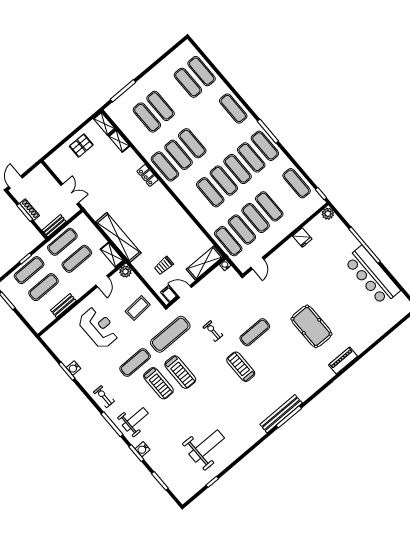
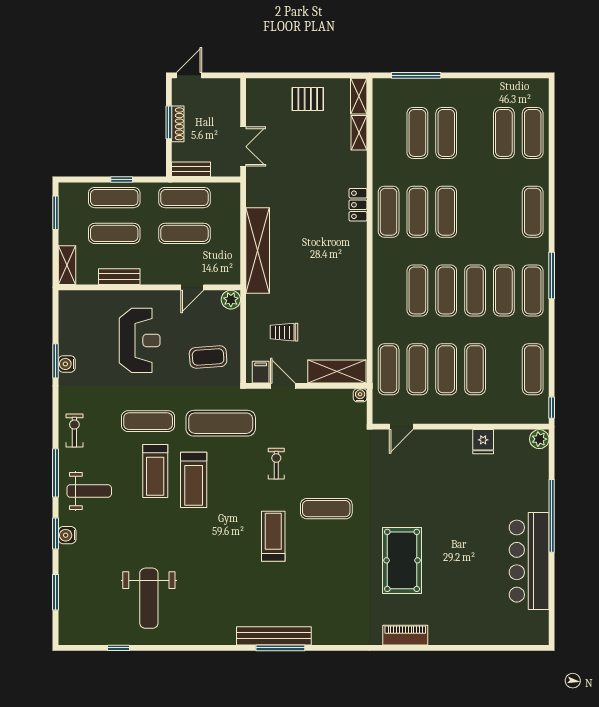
shelving: (112, 255) -> (67, 265), moved
weight bench: (207, 446) -> (149, 598), turned 90

